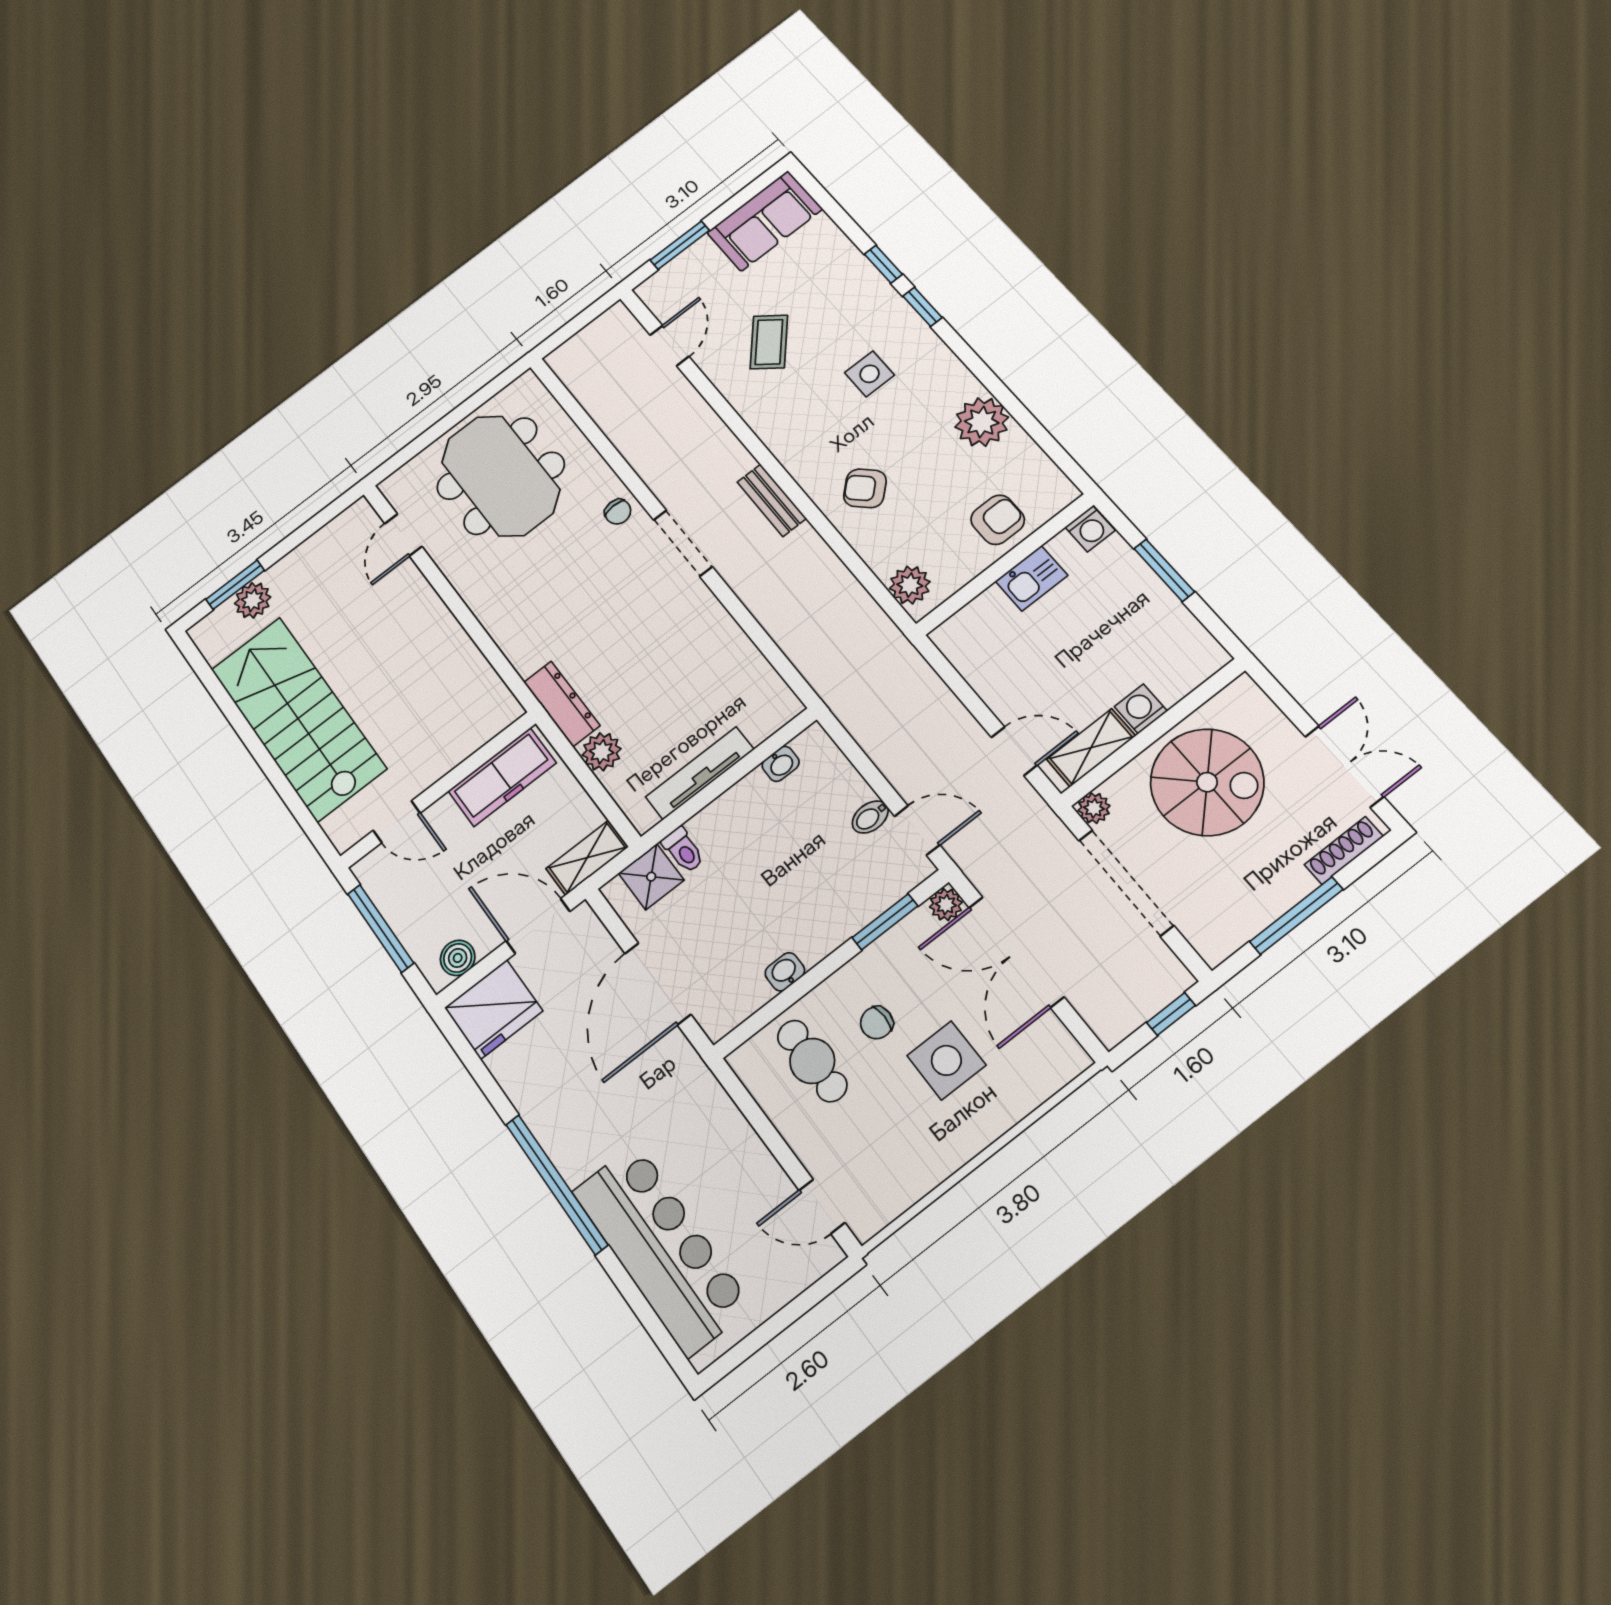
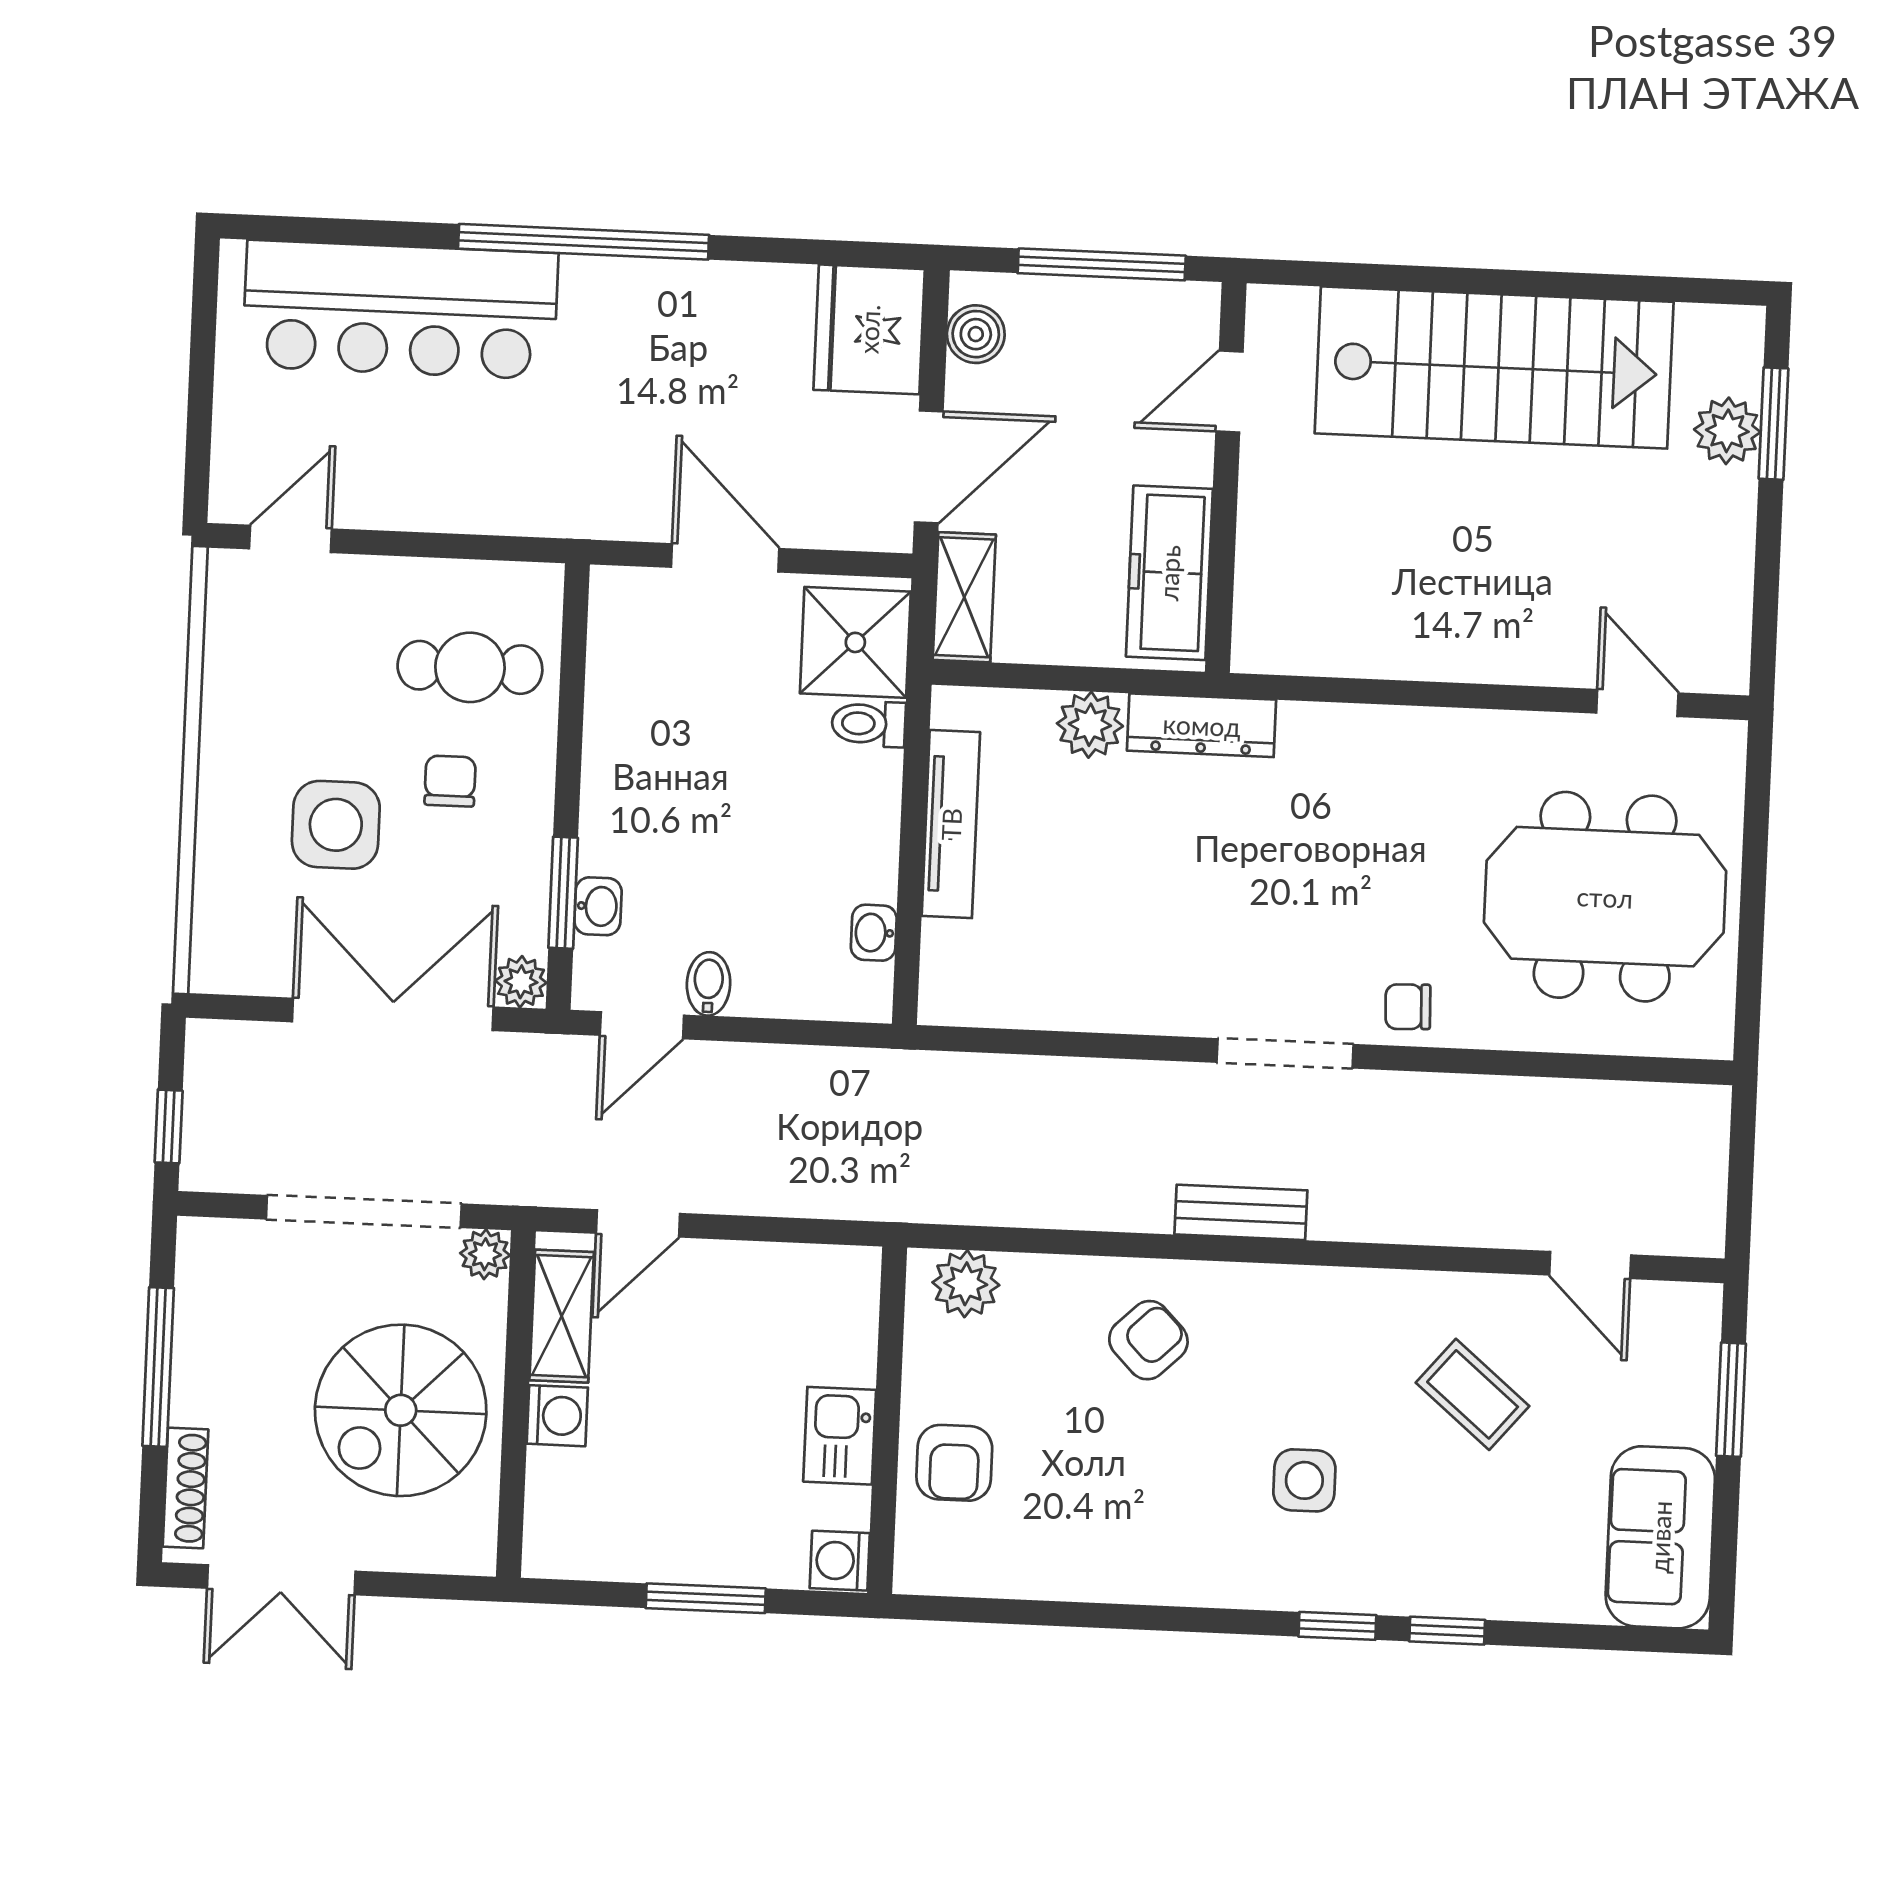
plant: (982, 422) -> (1105, 1558), removed
shower: (651, 877) -> (855, 642), width x1.36, depth x1.36
washbasin: (785, 972) -> (598, 906), moved
door: (658, 984) -> (725, 558), width x0.73

